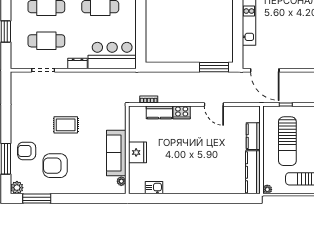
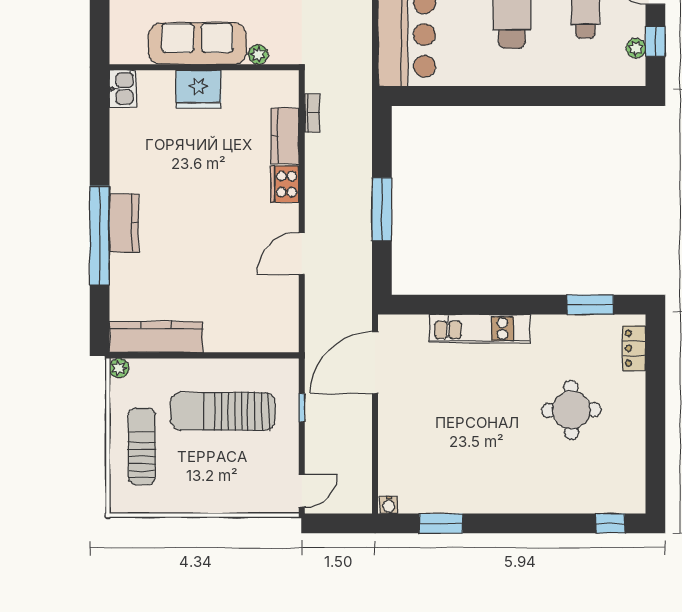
window: (214, 67) -> (382, 209), moved
kitchen counter: (253, 136) -> (124, 223), moved, turned 90
plant: (121, 181) -> (258, 54), moved
kitchen sink: (154, 188) -> (123, 89), moved
window: (206, 199) -> (100, 235), added

